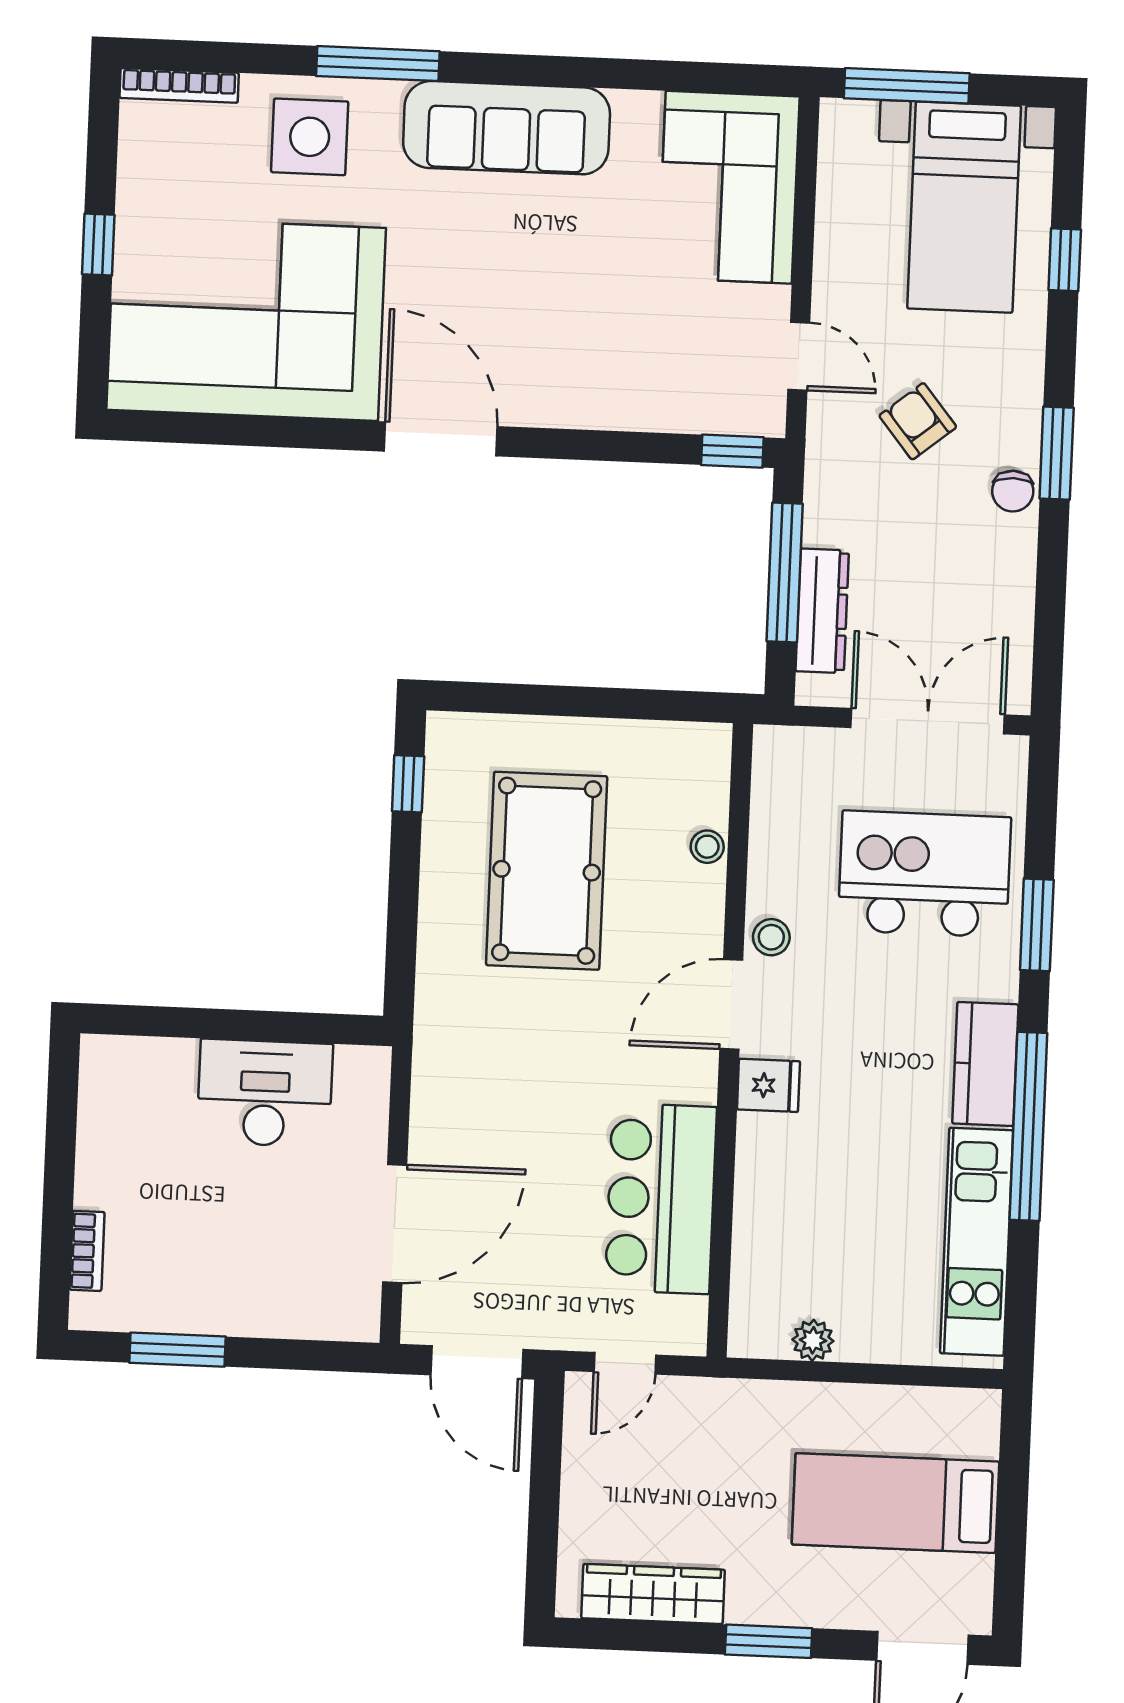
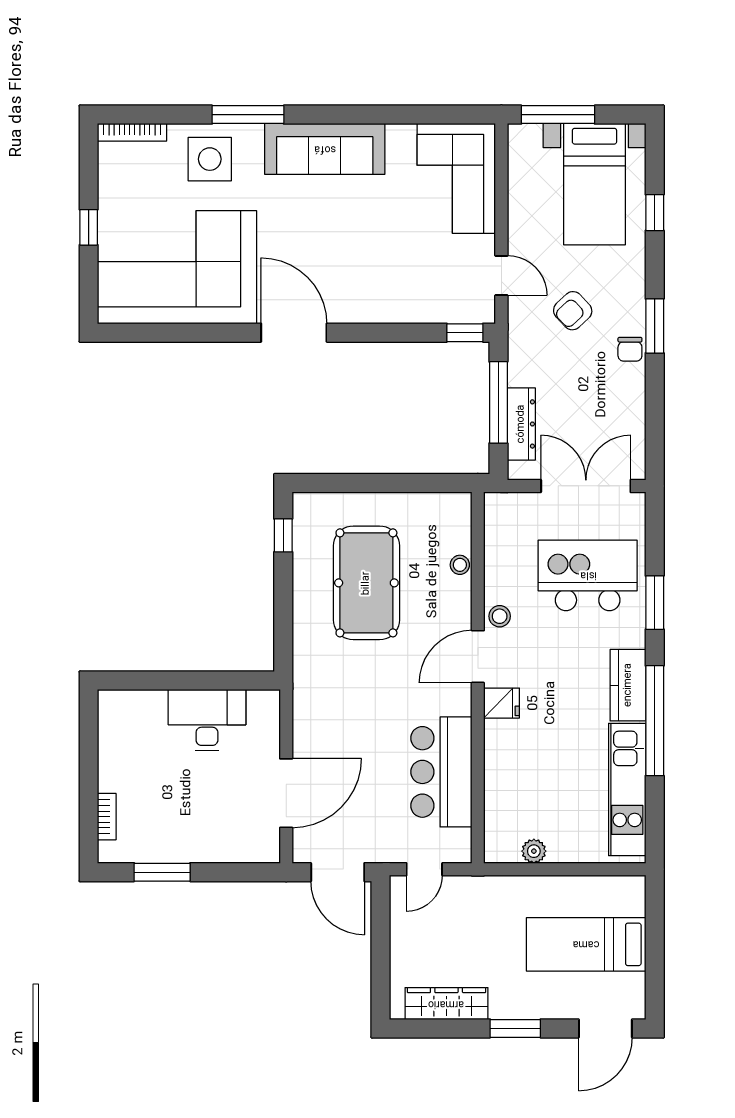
armchair: (918, 421) -> (573, 311), turned -94

